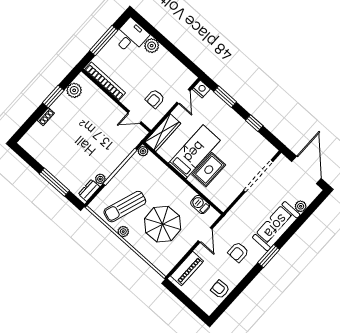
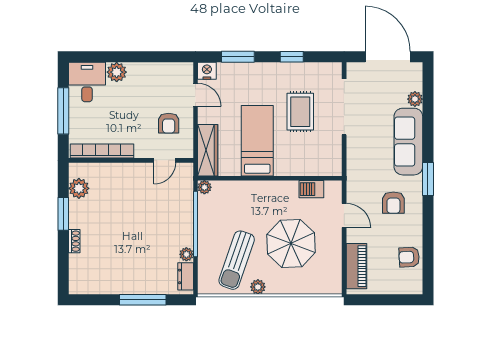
rug: (209, 170) -> (300, 112), moved

